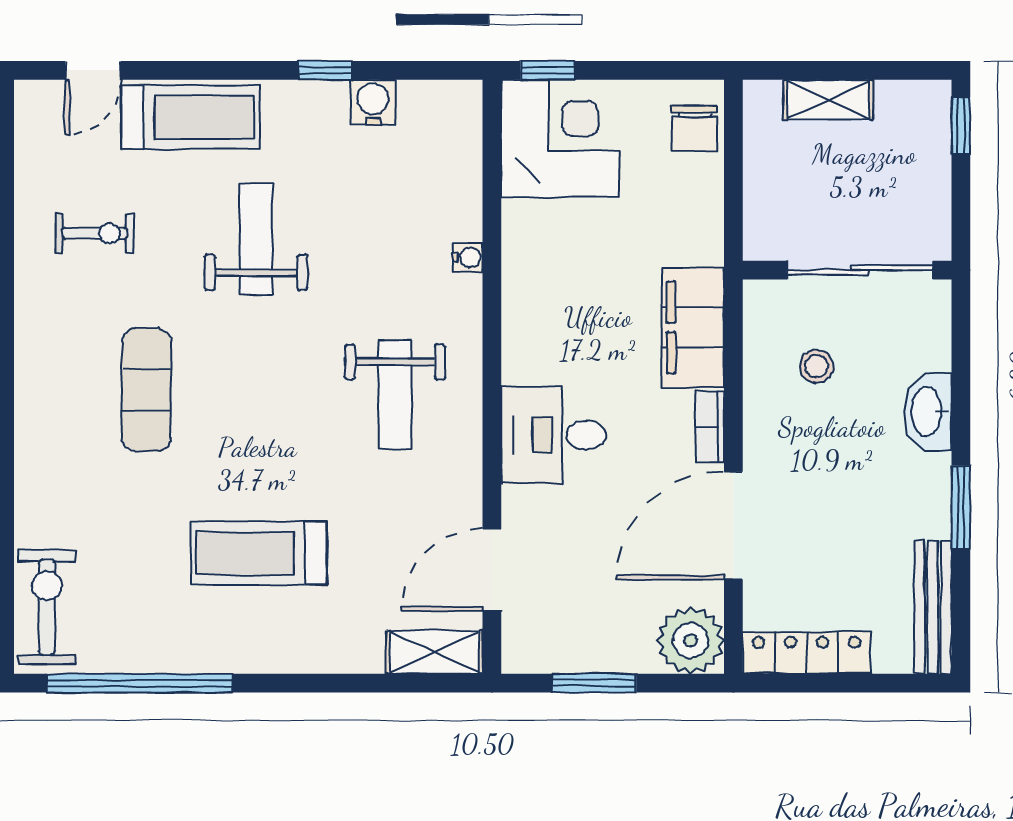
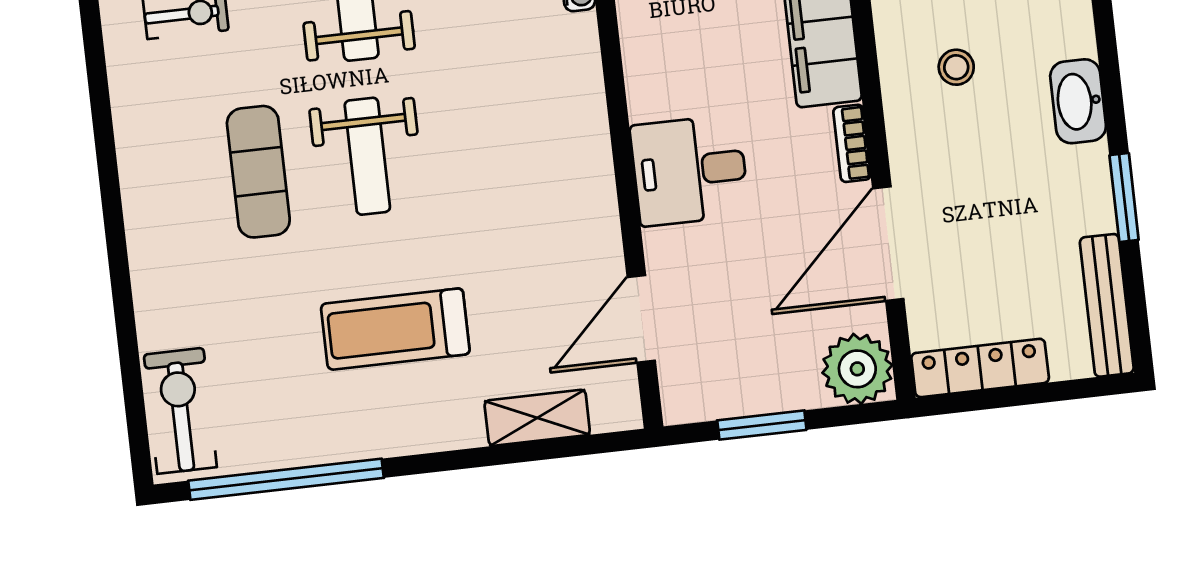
weight bench: (395, 395) -> (367, 156), moved
shelving: (434, 652) -> (537, 418), moved

